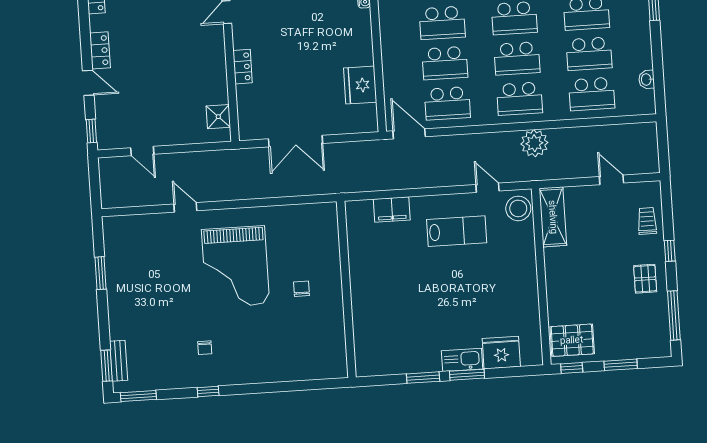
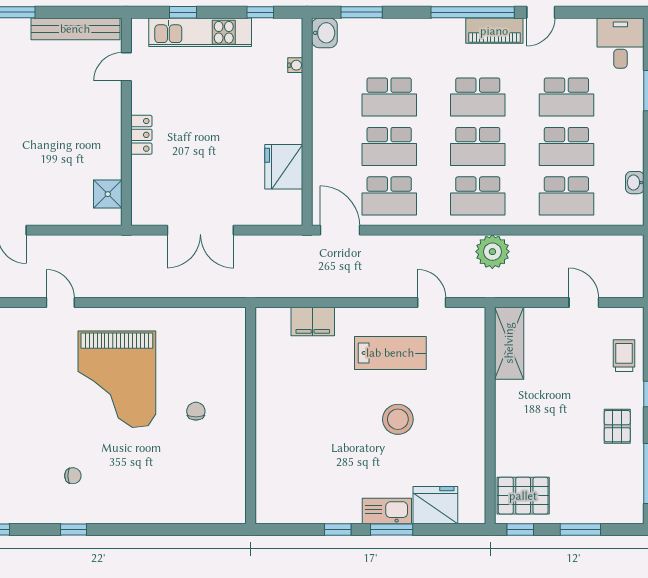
stool: (518, 208) -> (398, 419), moved
chair: (205, 348) -> (73, 476), turned -90
window: (423, 378) -> (338, 530), width x0.67

